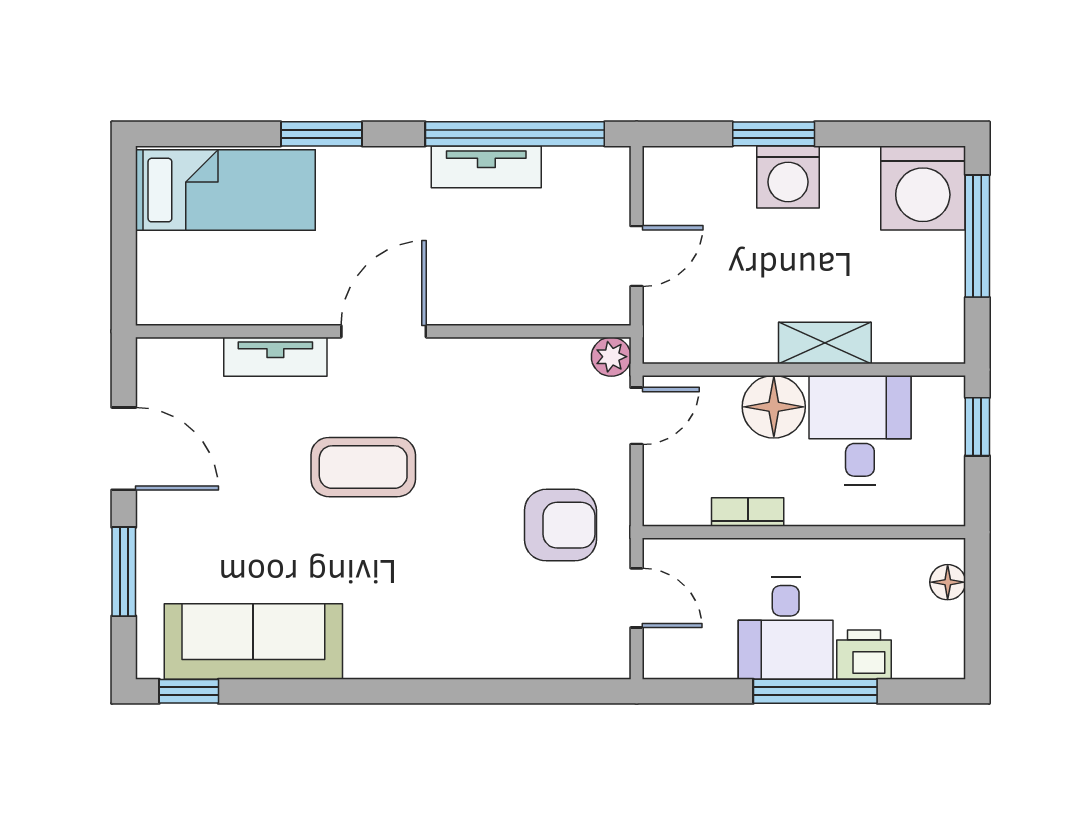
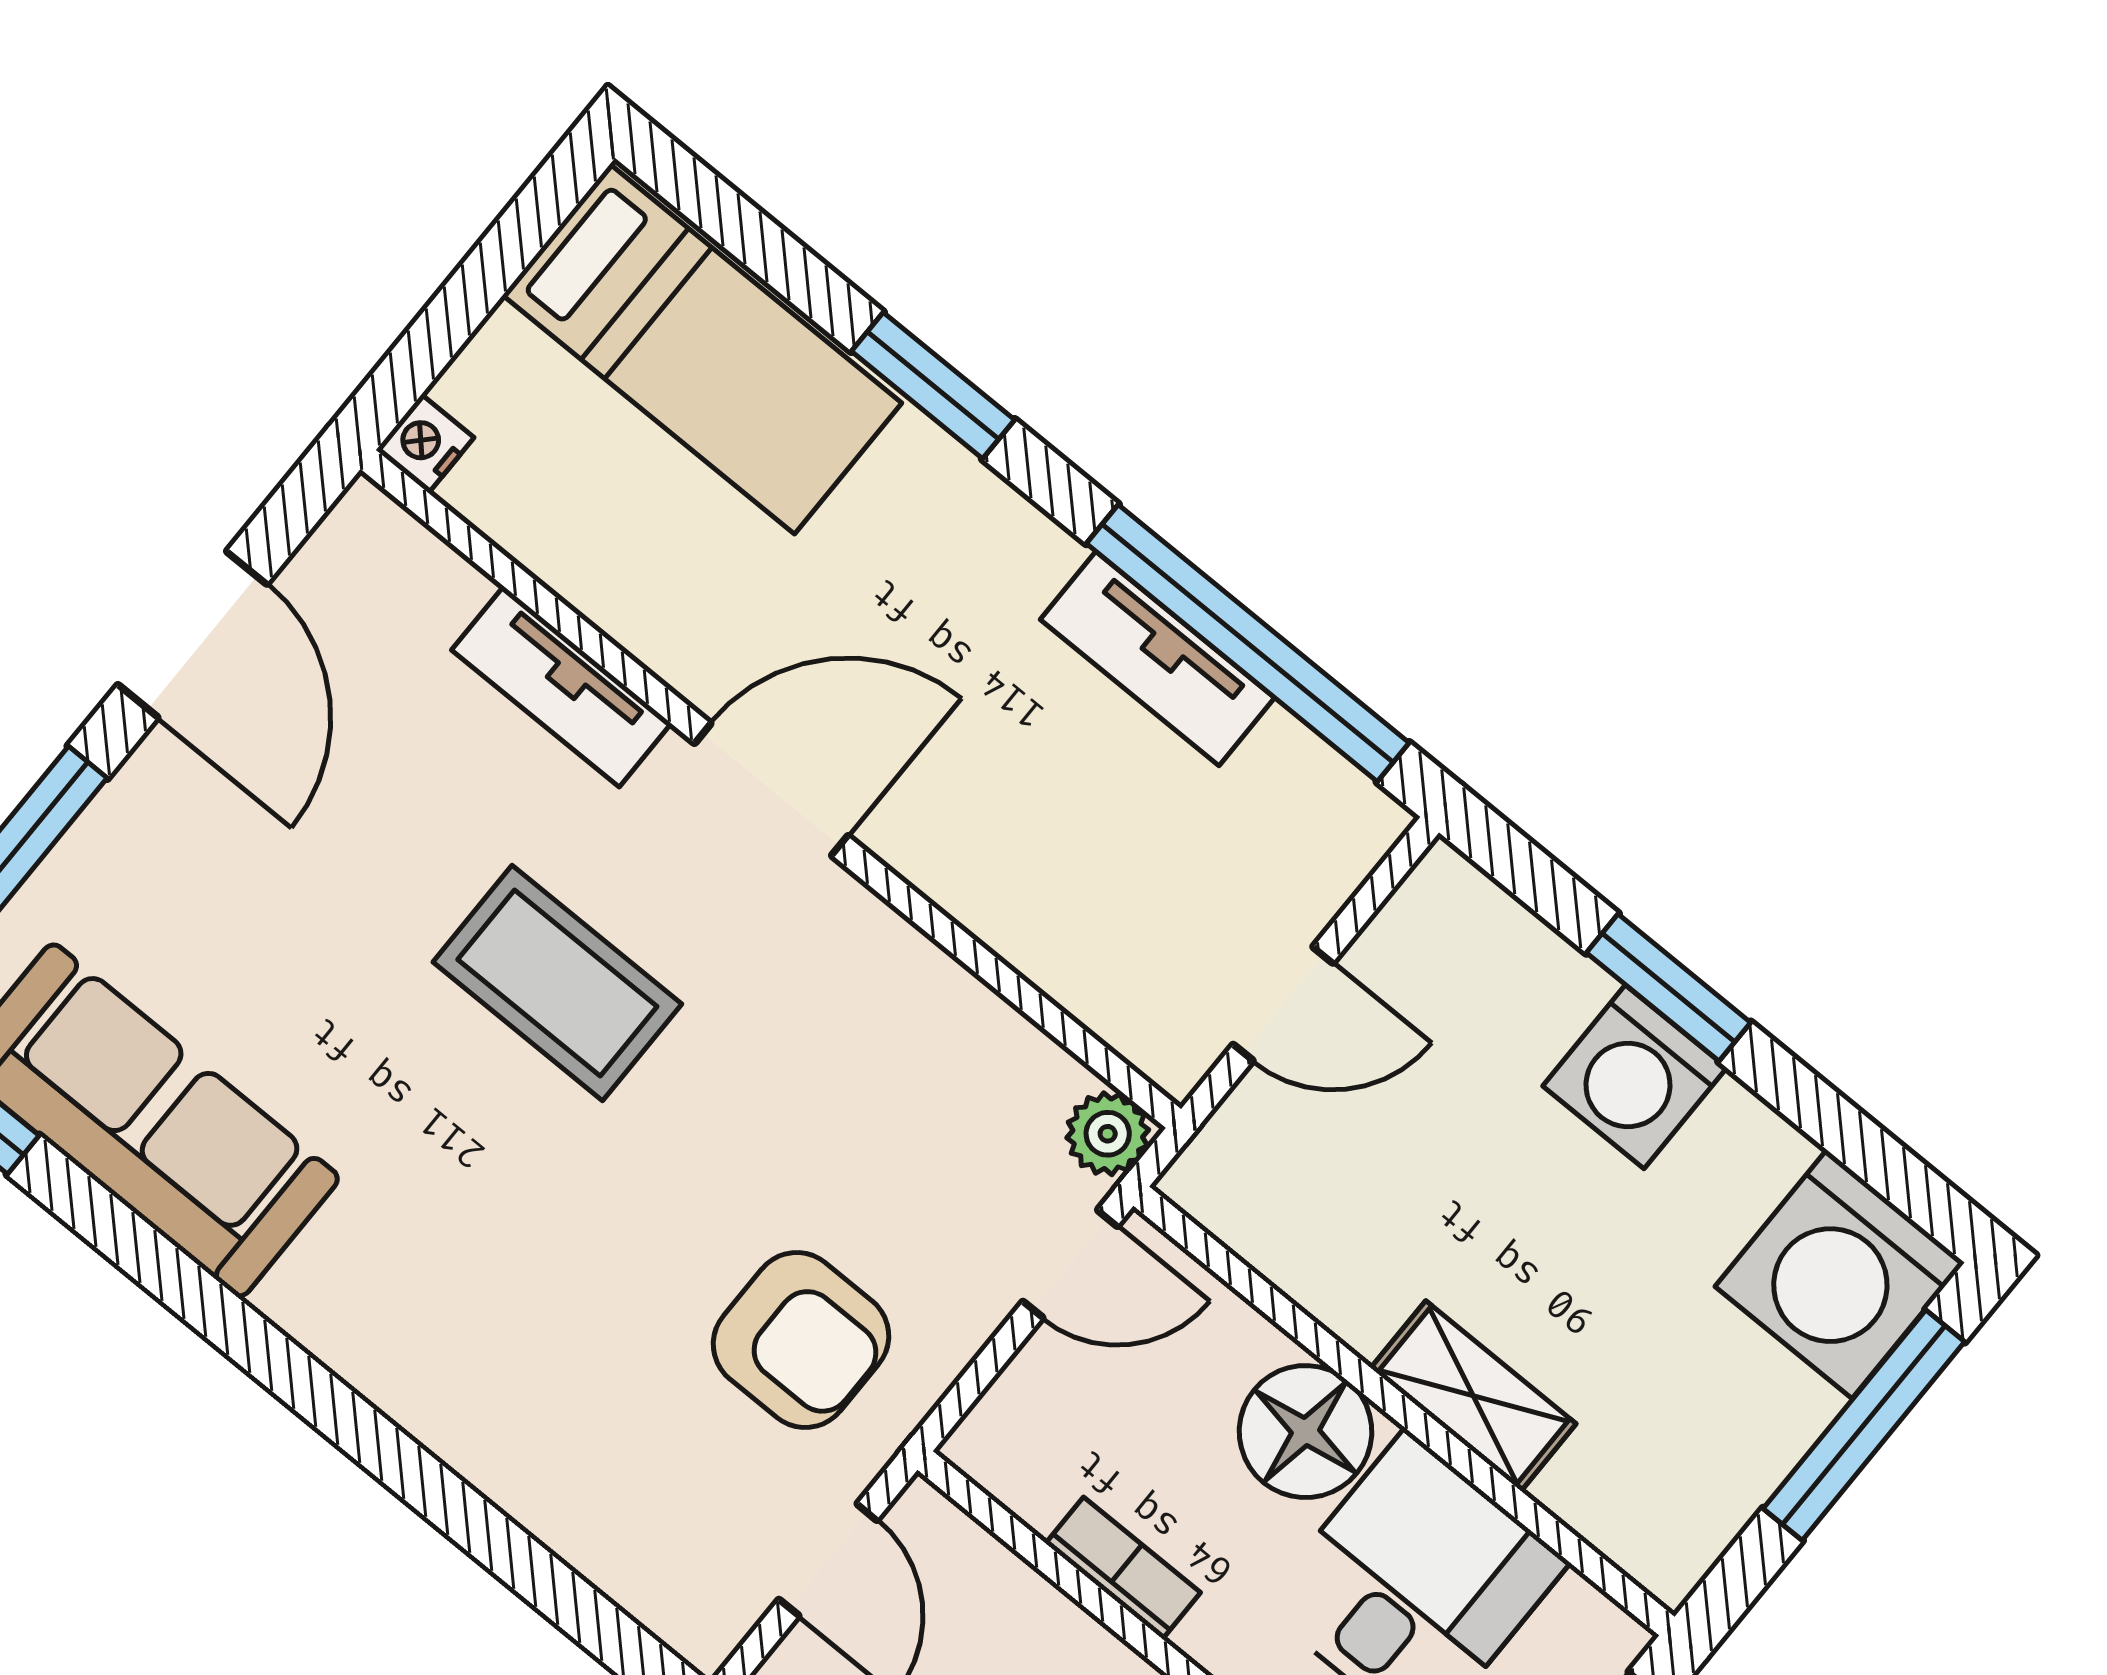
nightstand: (152, 308) -> (425, 444), added

